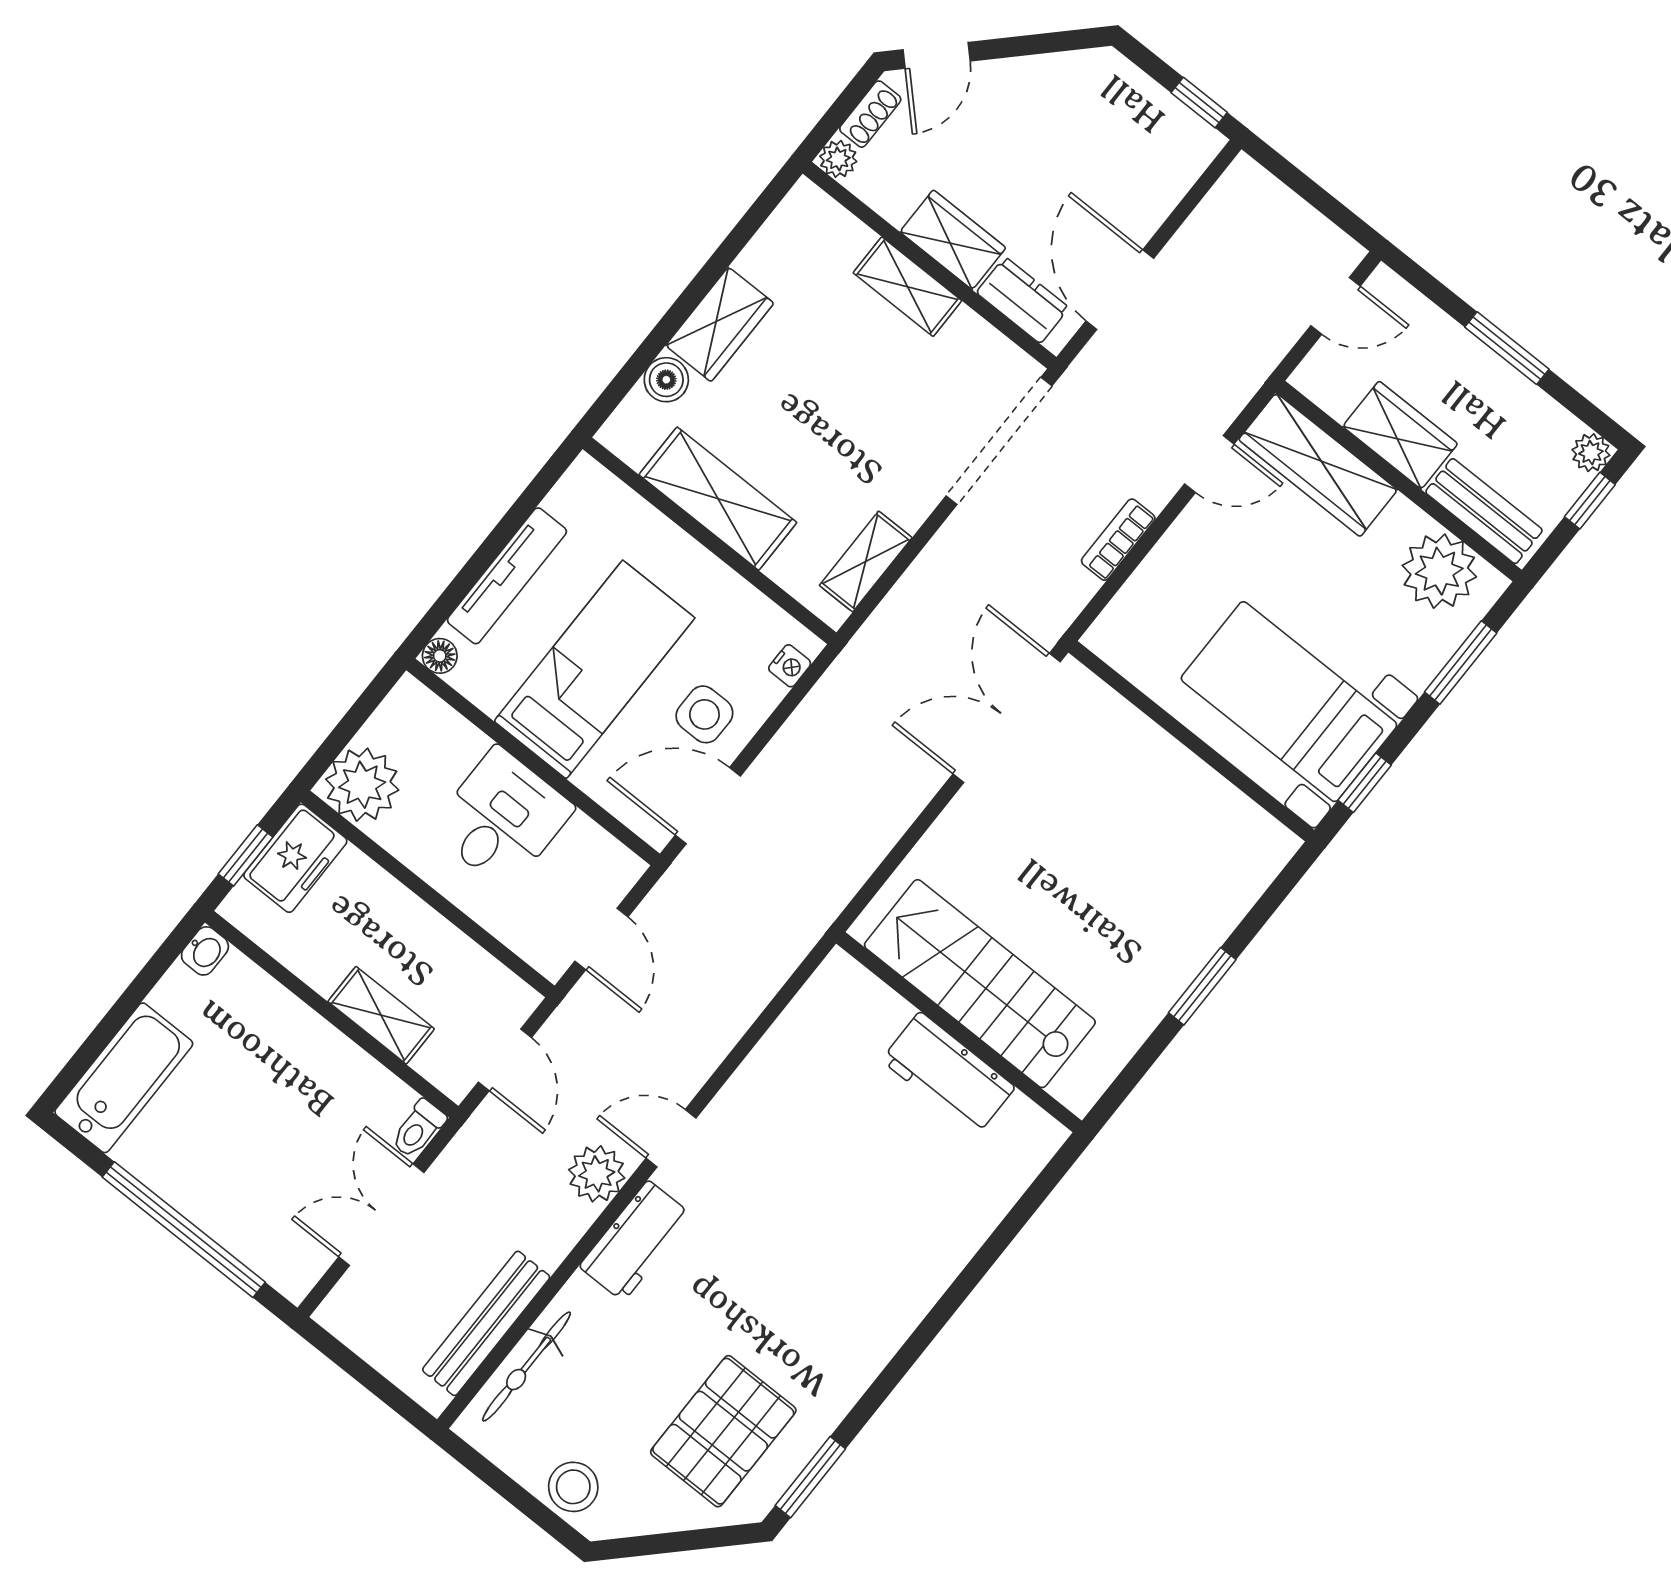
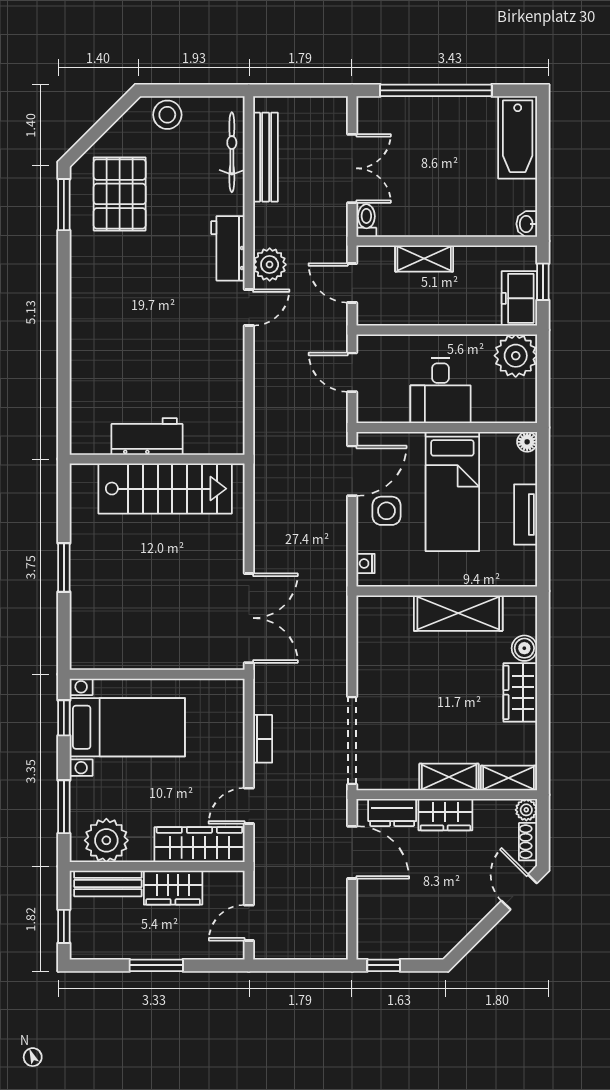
plant: (1591, 453) -> (81, 949), removed
shelving: (866, 562) -> (508, 778), moved, turned 90
tv unit: (507, 576) -> (526, 515), width x0.71

